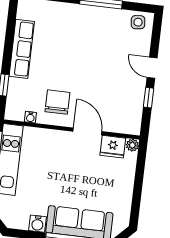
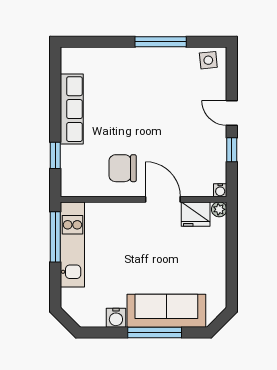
chair: (57, 102) -> (123, 168), turned -90
water cooler: (30, 117) -> (220, 190), moved

